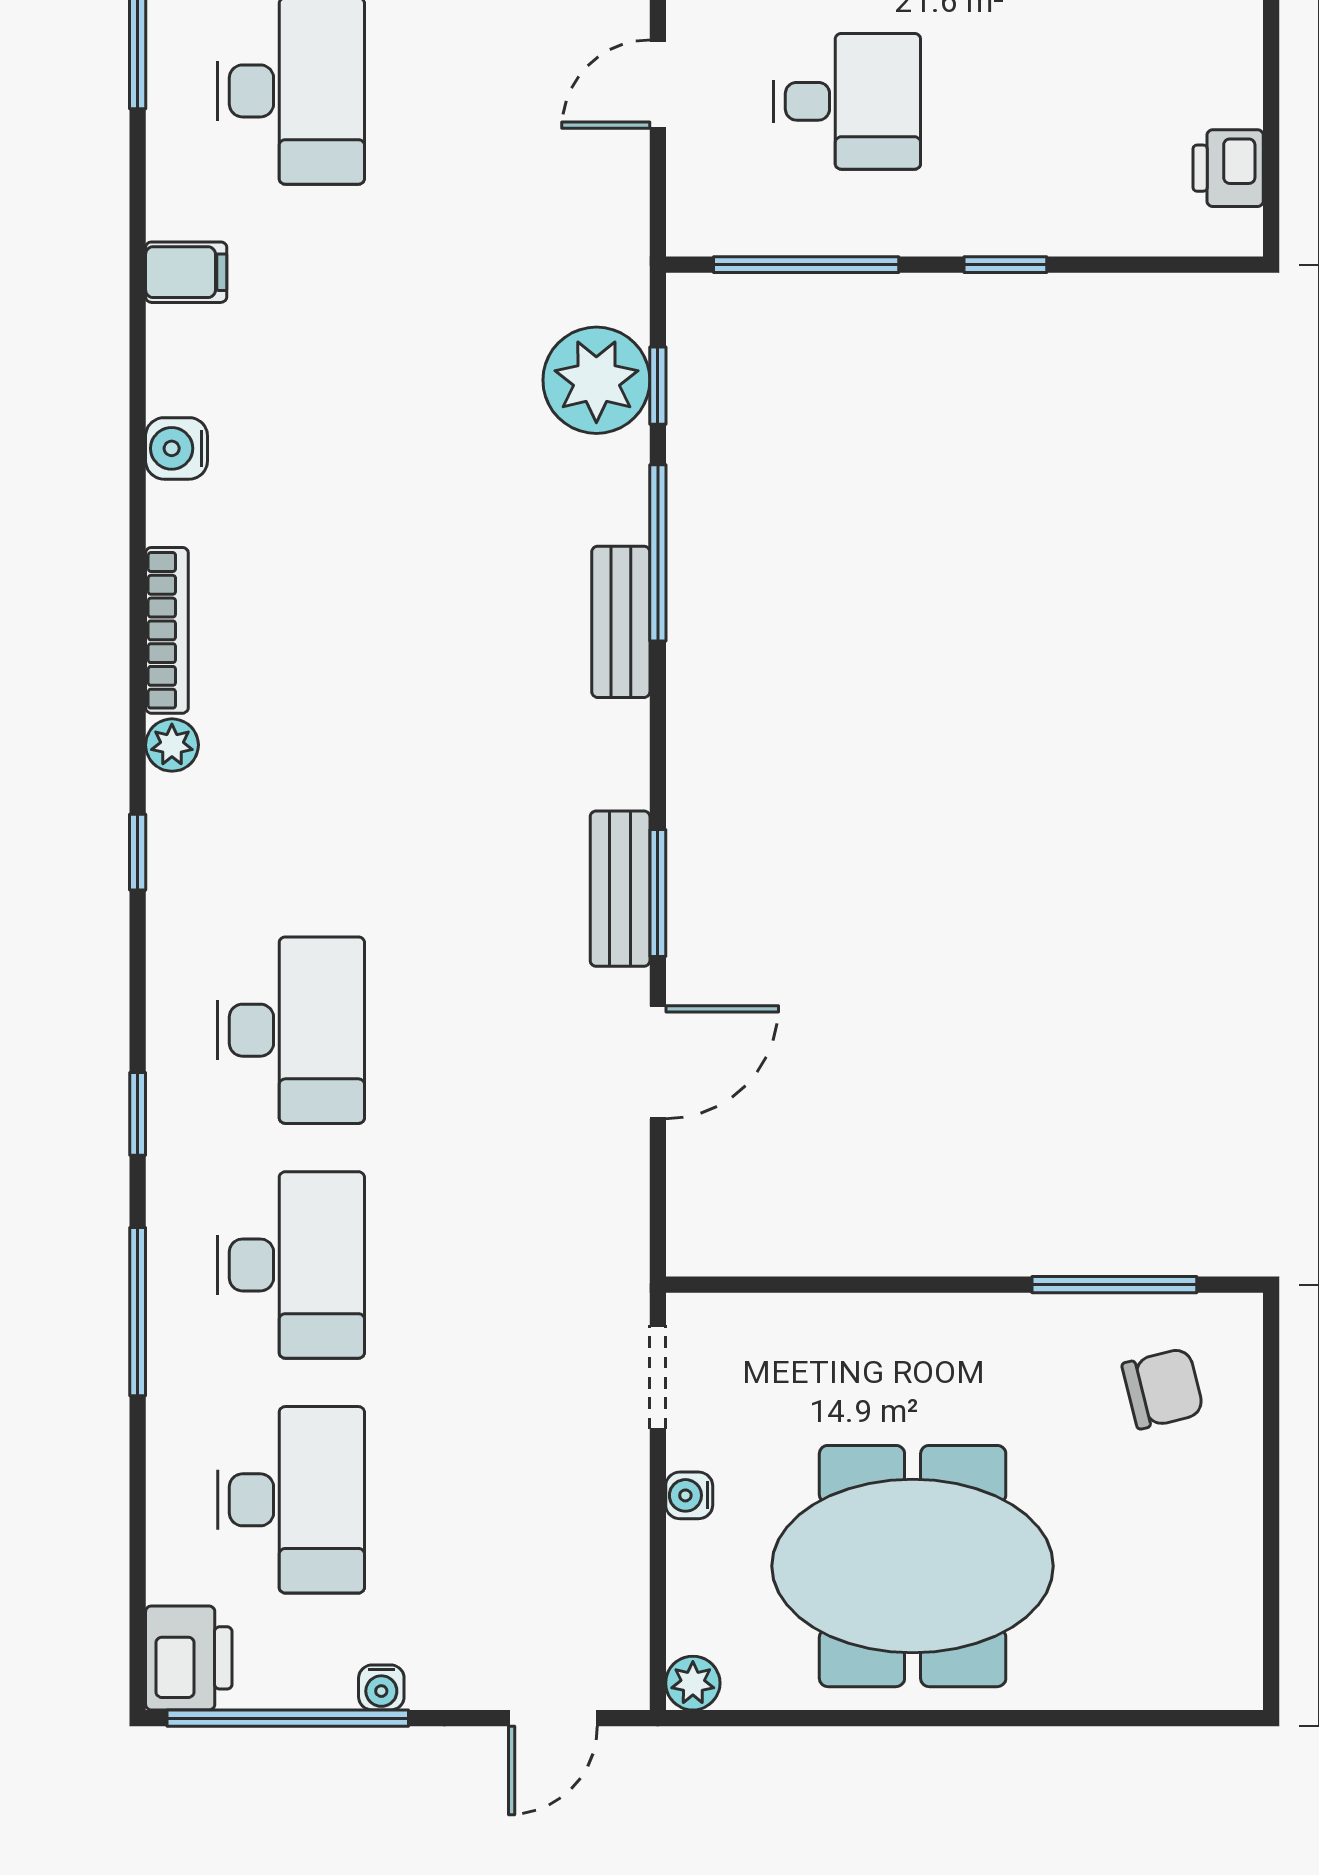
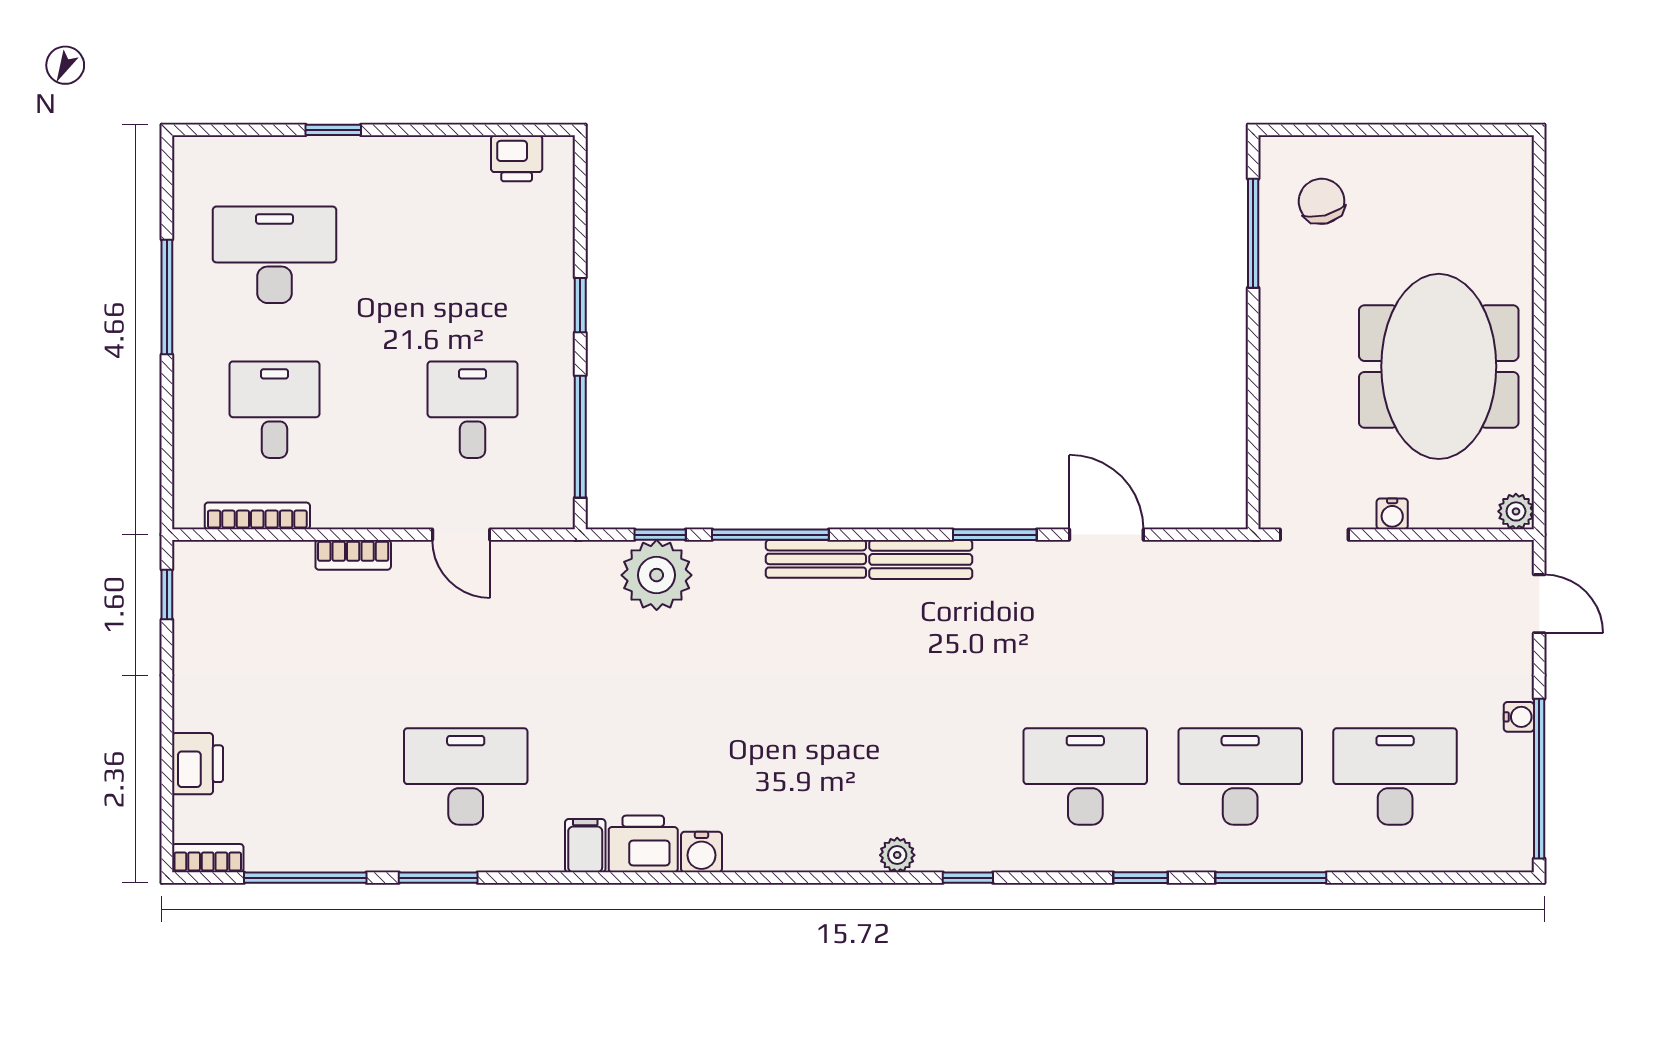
bookcase: (167, 630) -> (822, 858), removed
bench: (620, 889) -> (921, 559), moved
printer: (189, 1658) -> (643, 844), moved

